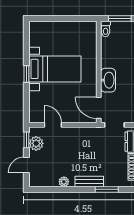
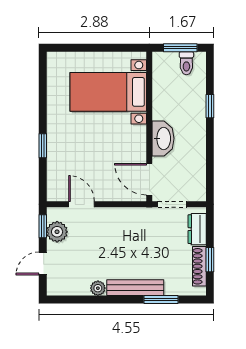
toilet: (106, 29) -> (186, 63), moved
bed with nightstands: (55, 69) -> (108, 92), moved, turned 180
window: (26, 74) -> (43, 146), moved
bench: (89, 181) -> (135, 288), width x1.36

